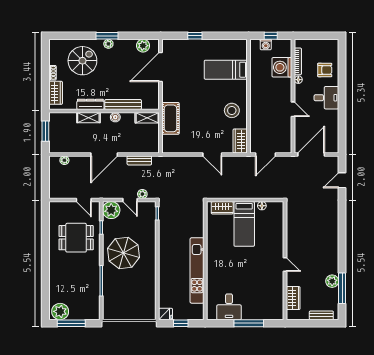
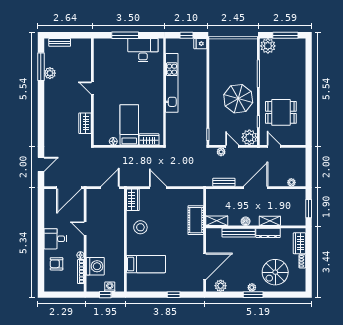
wardrobe: (293, 298) -> (85, 123), moved
desk: (229, 307) -> (143, 50), width x1.37
plant: (60, 311) -> (268, 46), moved

